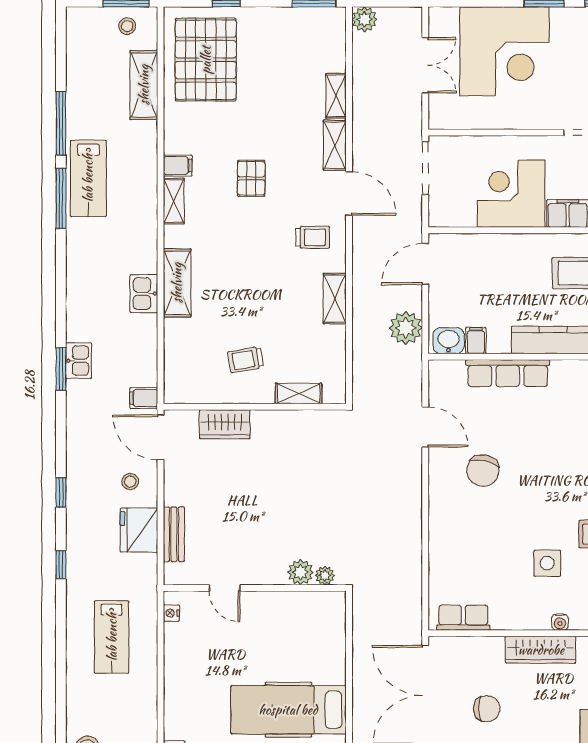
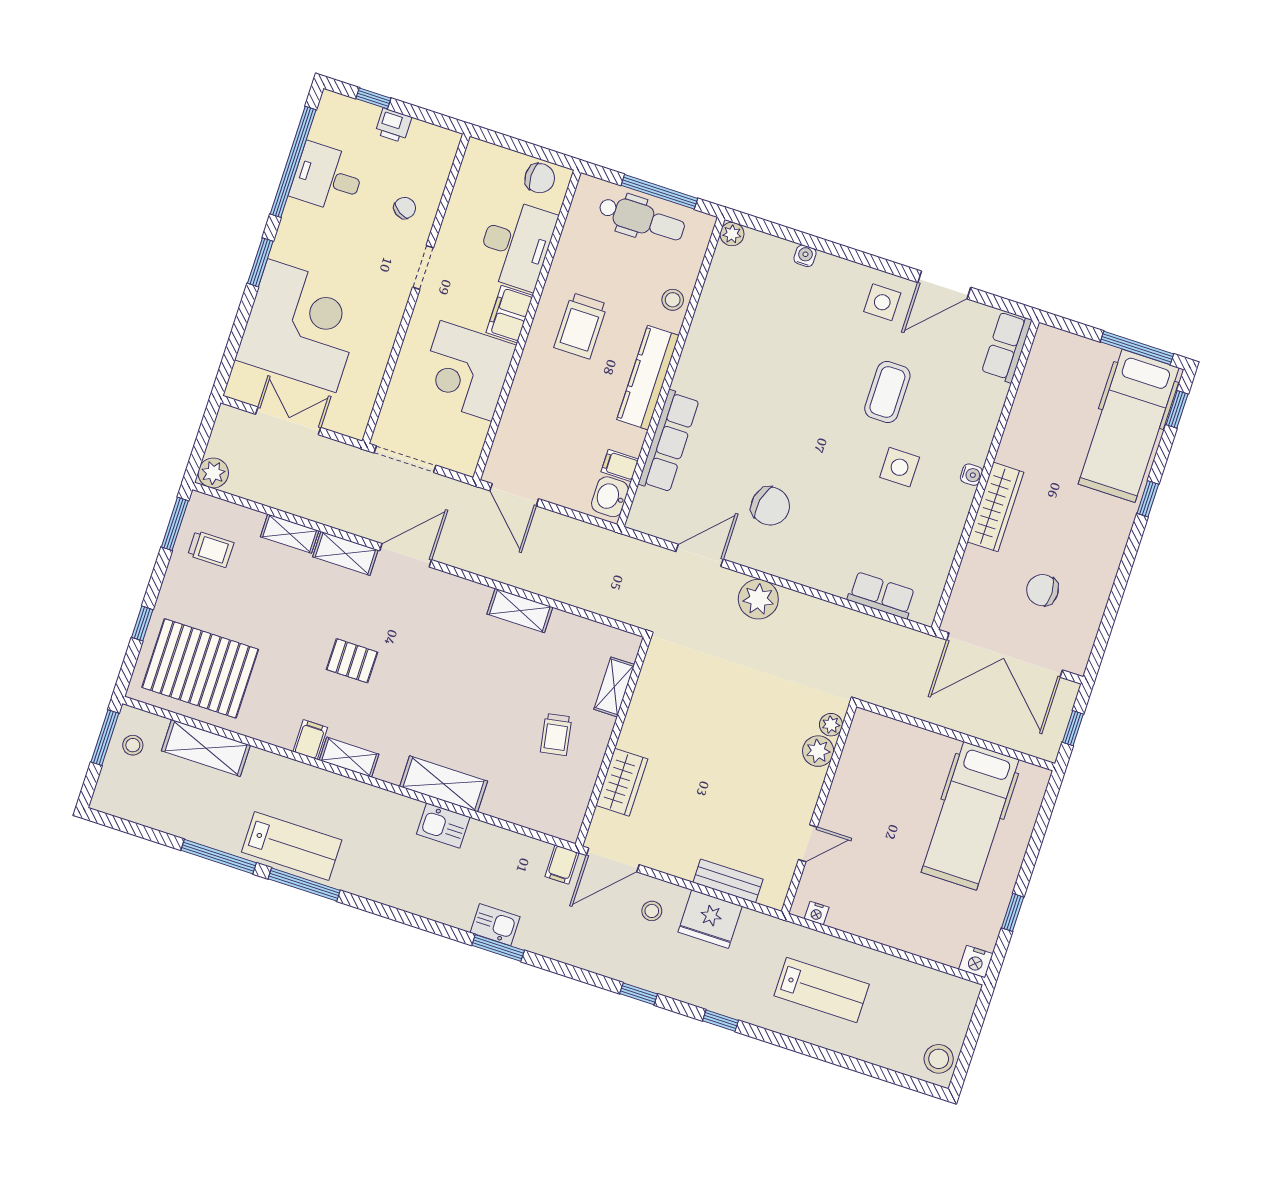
trolley: (313, 237) -> (211, 549), moved, turned 90
plant: (406, 328) -> (758, 599), moved
row of seats: (463, 618) -> (881, 595), moved, turned 90
chair: (487, 709) -> (1042, 590), turned -91

